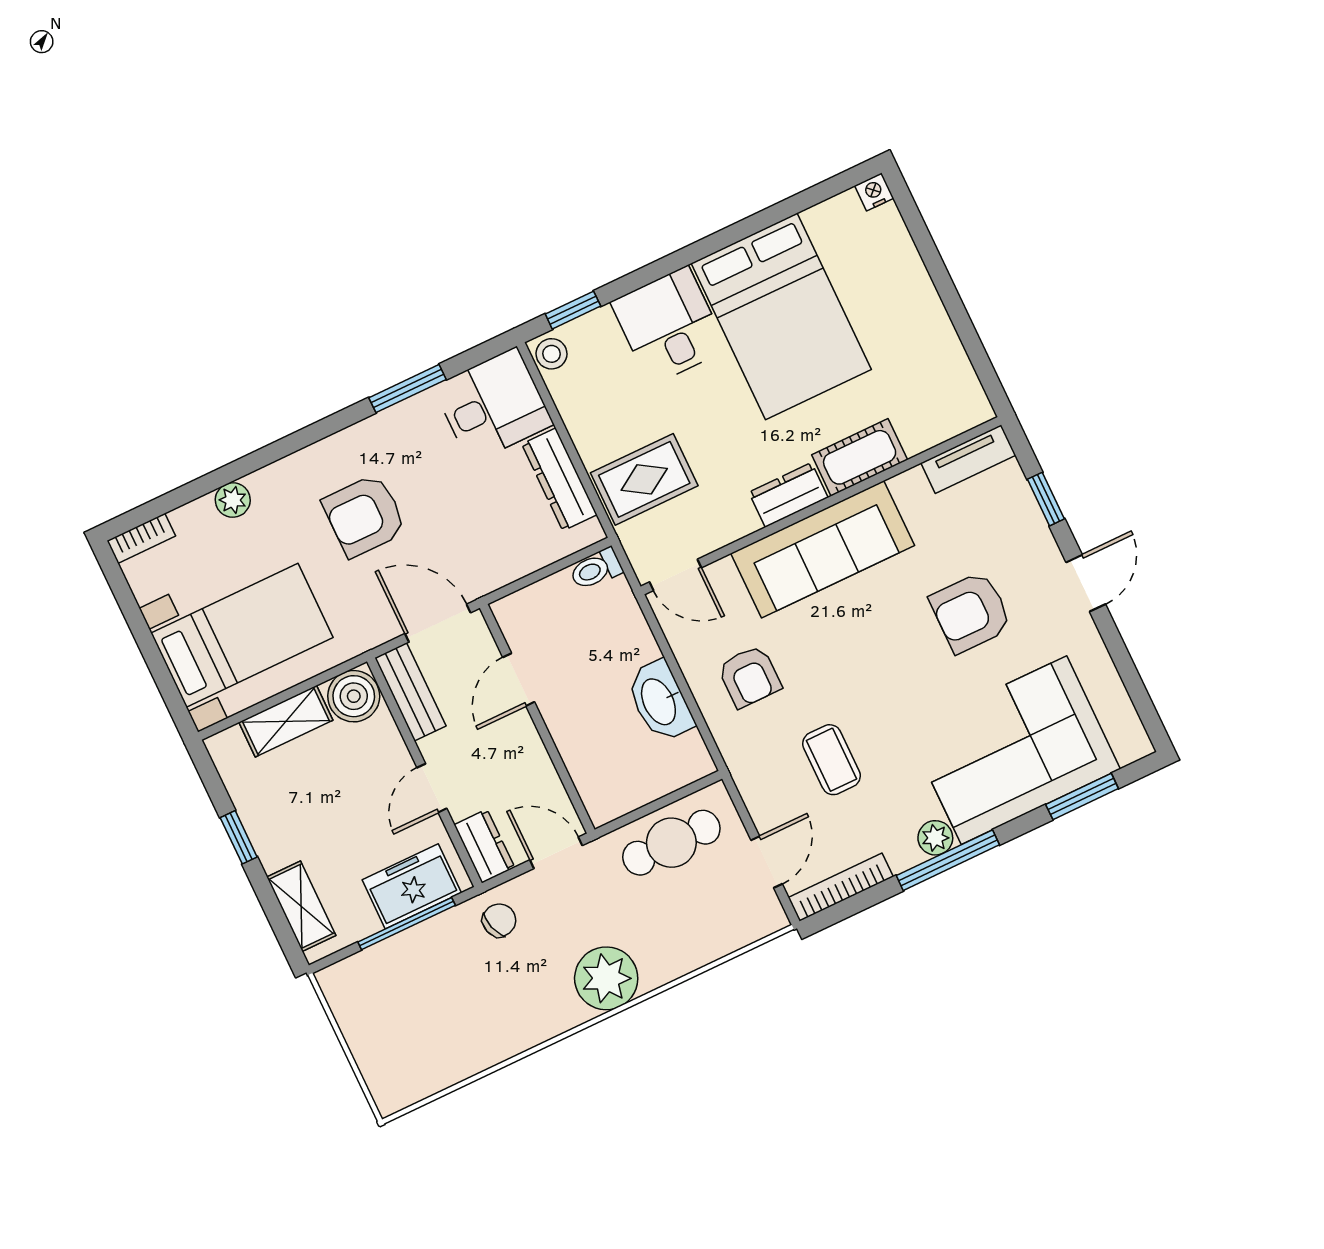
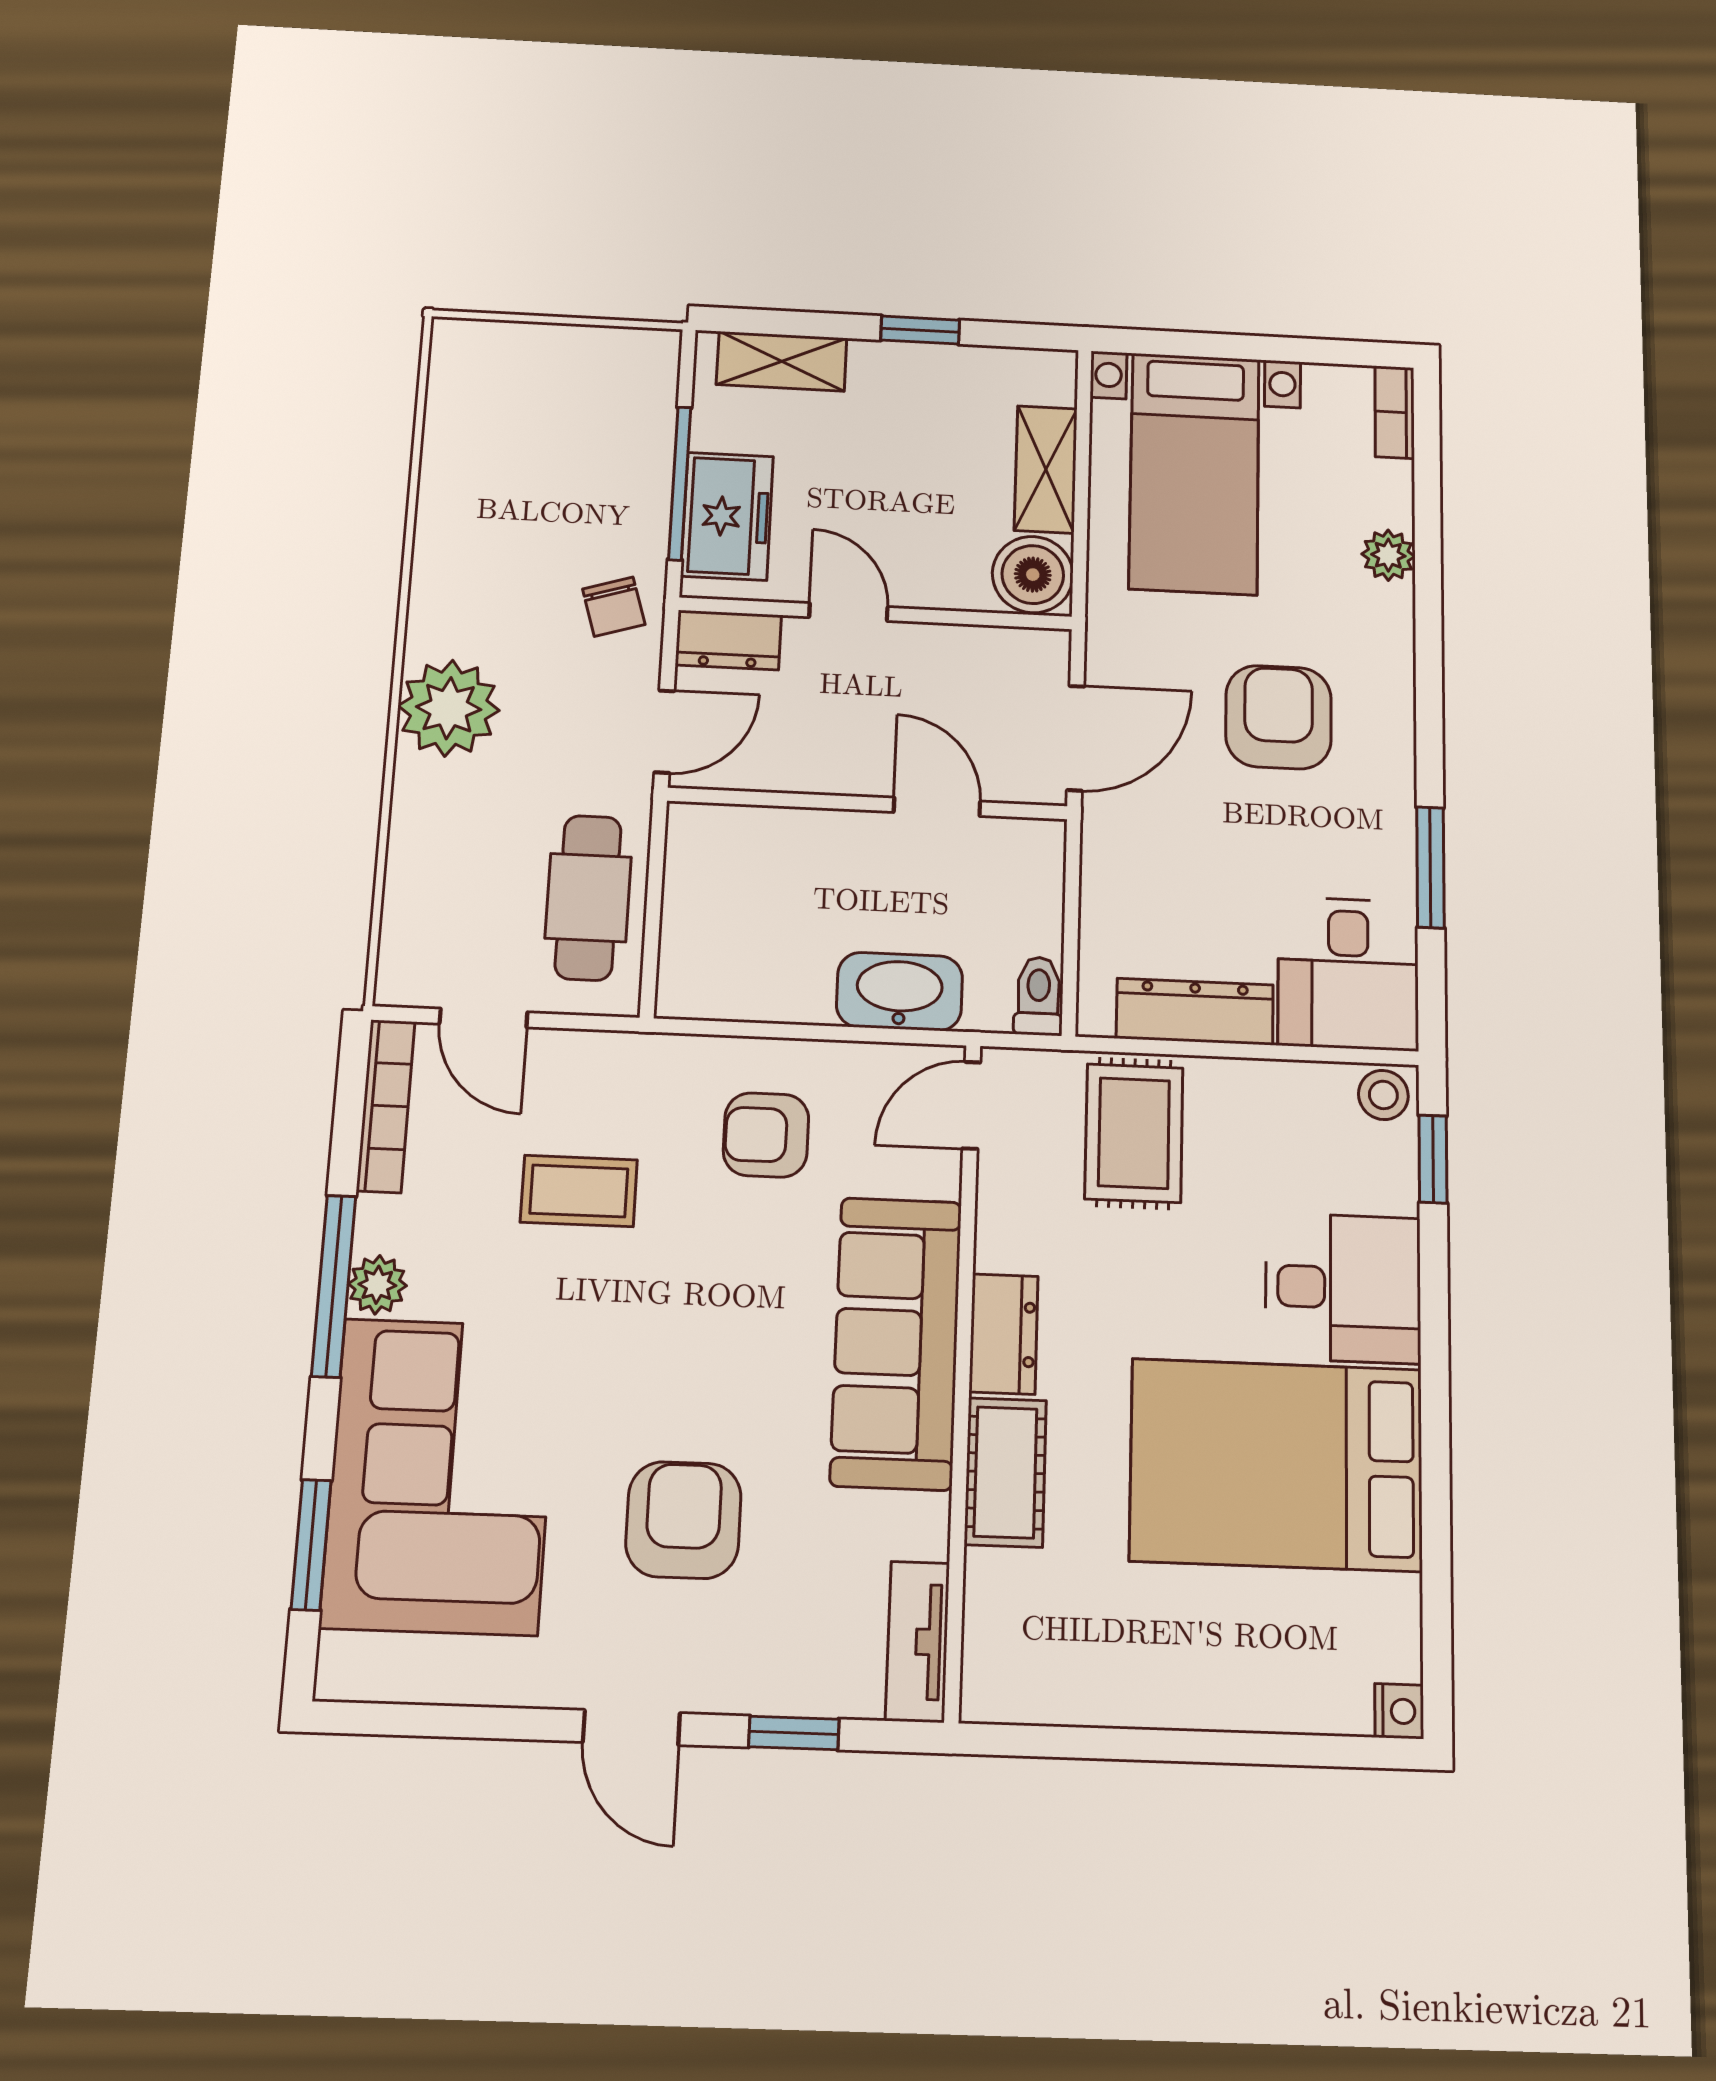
bench: (410, 692) -> (998, 652), removed
washbasin: (660, 701) -> (900, 991), moved

